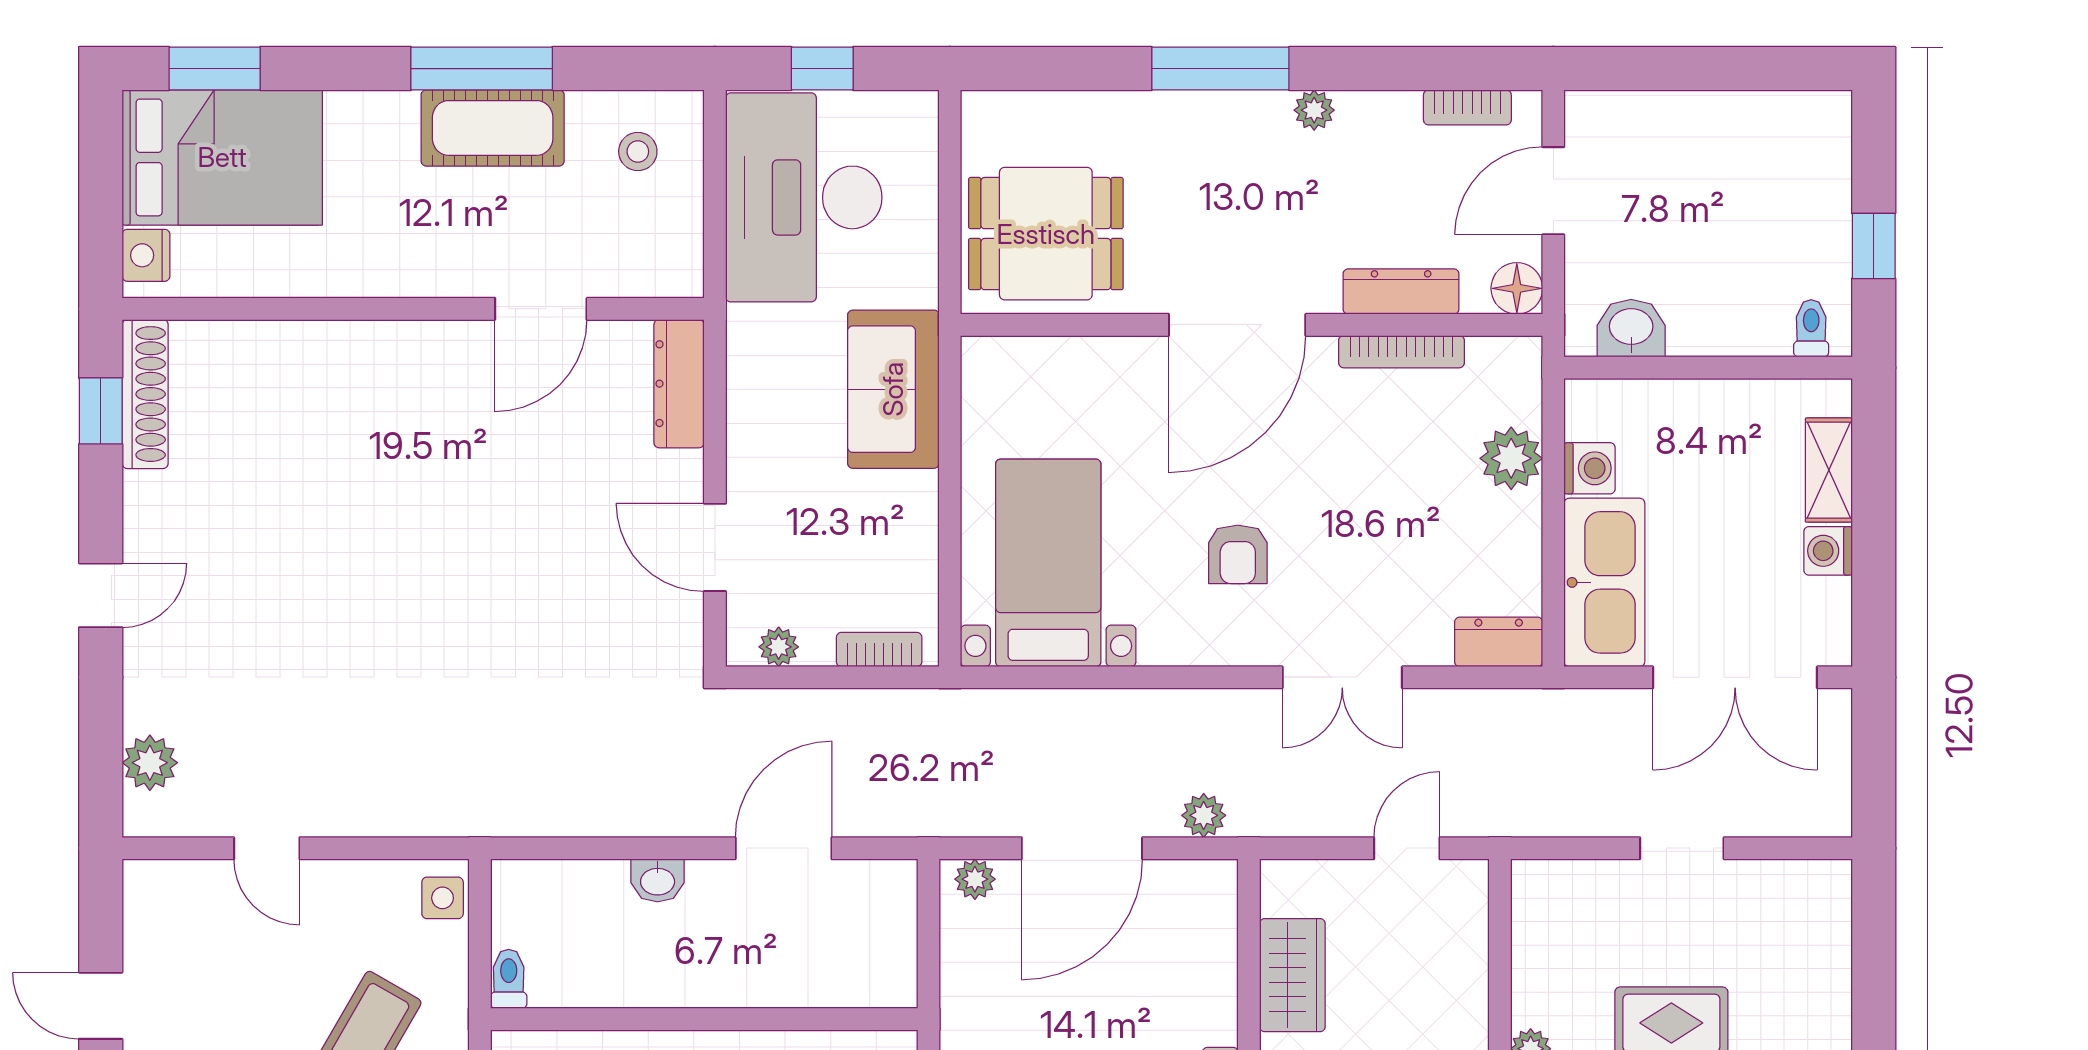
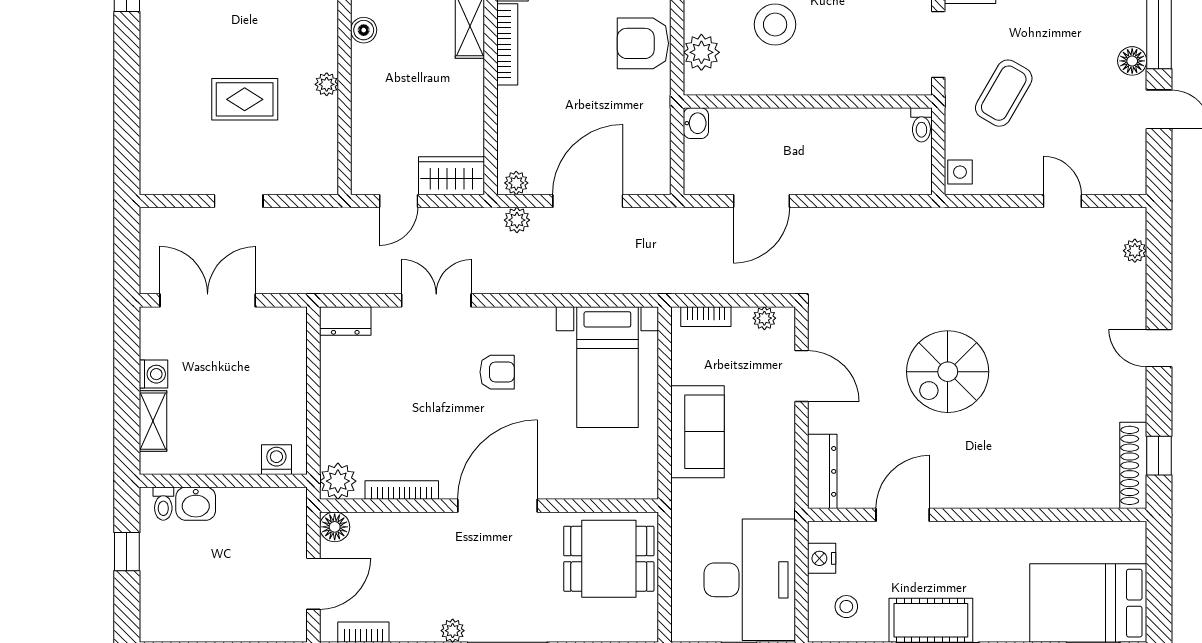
nightstand: (146, 255) -> (822, 558), moved, turned 180
dresser: (1401, 292) -> (402, 525), removed
washbasin: (1631, 328) -> (196, 504), moved
sofa: (893, 389) -> (698, 432), moved
plant: (1511, 458) -> (338, 481), moved
washing machine: (1590, 468) -> (276, 460), moved, turned 90
armchair: (1238, 554) -> (497, 372), turned 90
spiral stairs: (464, 555) -> (948, 372), added
kitchen sink: (1604, 582) -> (284, 356), removed
door: (101, 595) -> (1159, 348), hinge flipped
plant: (150, 763) -> (1135, 251), width x0.73, depth x0.73
plant: (975, 879) -> (516, 183), moved
washbasin: (658, 880) -> (696, 123), moved, turned 90
wardrobe: (1292, 975) -> (451, 176), moved, turned 90

